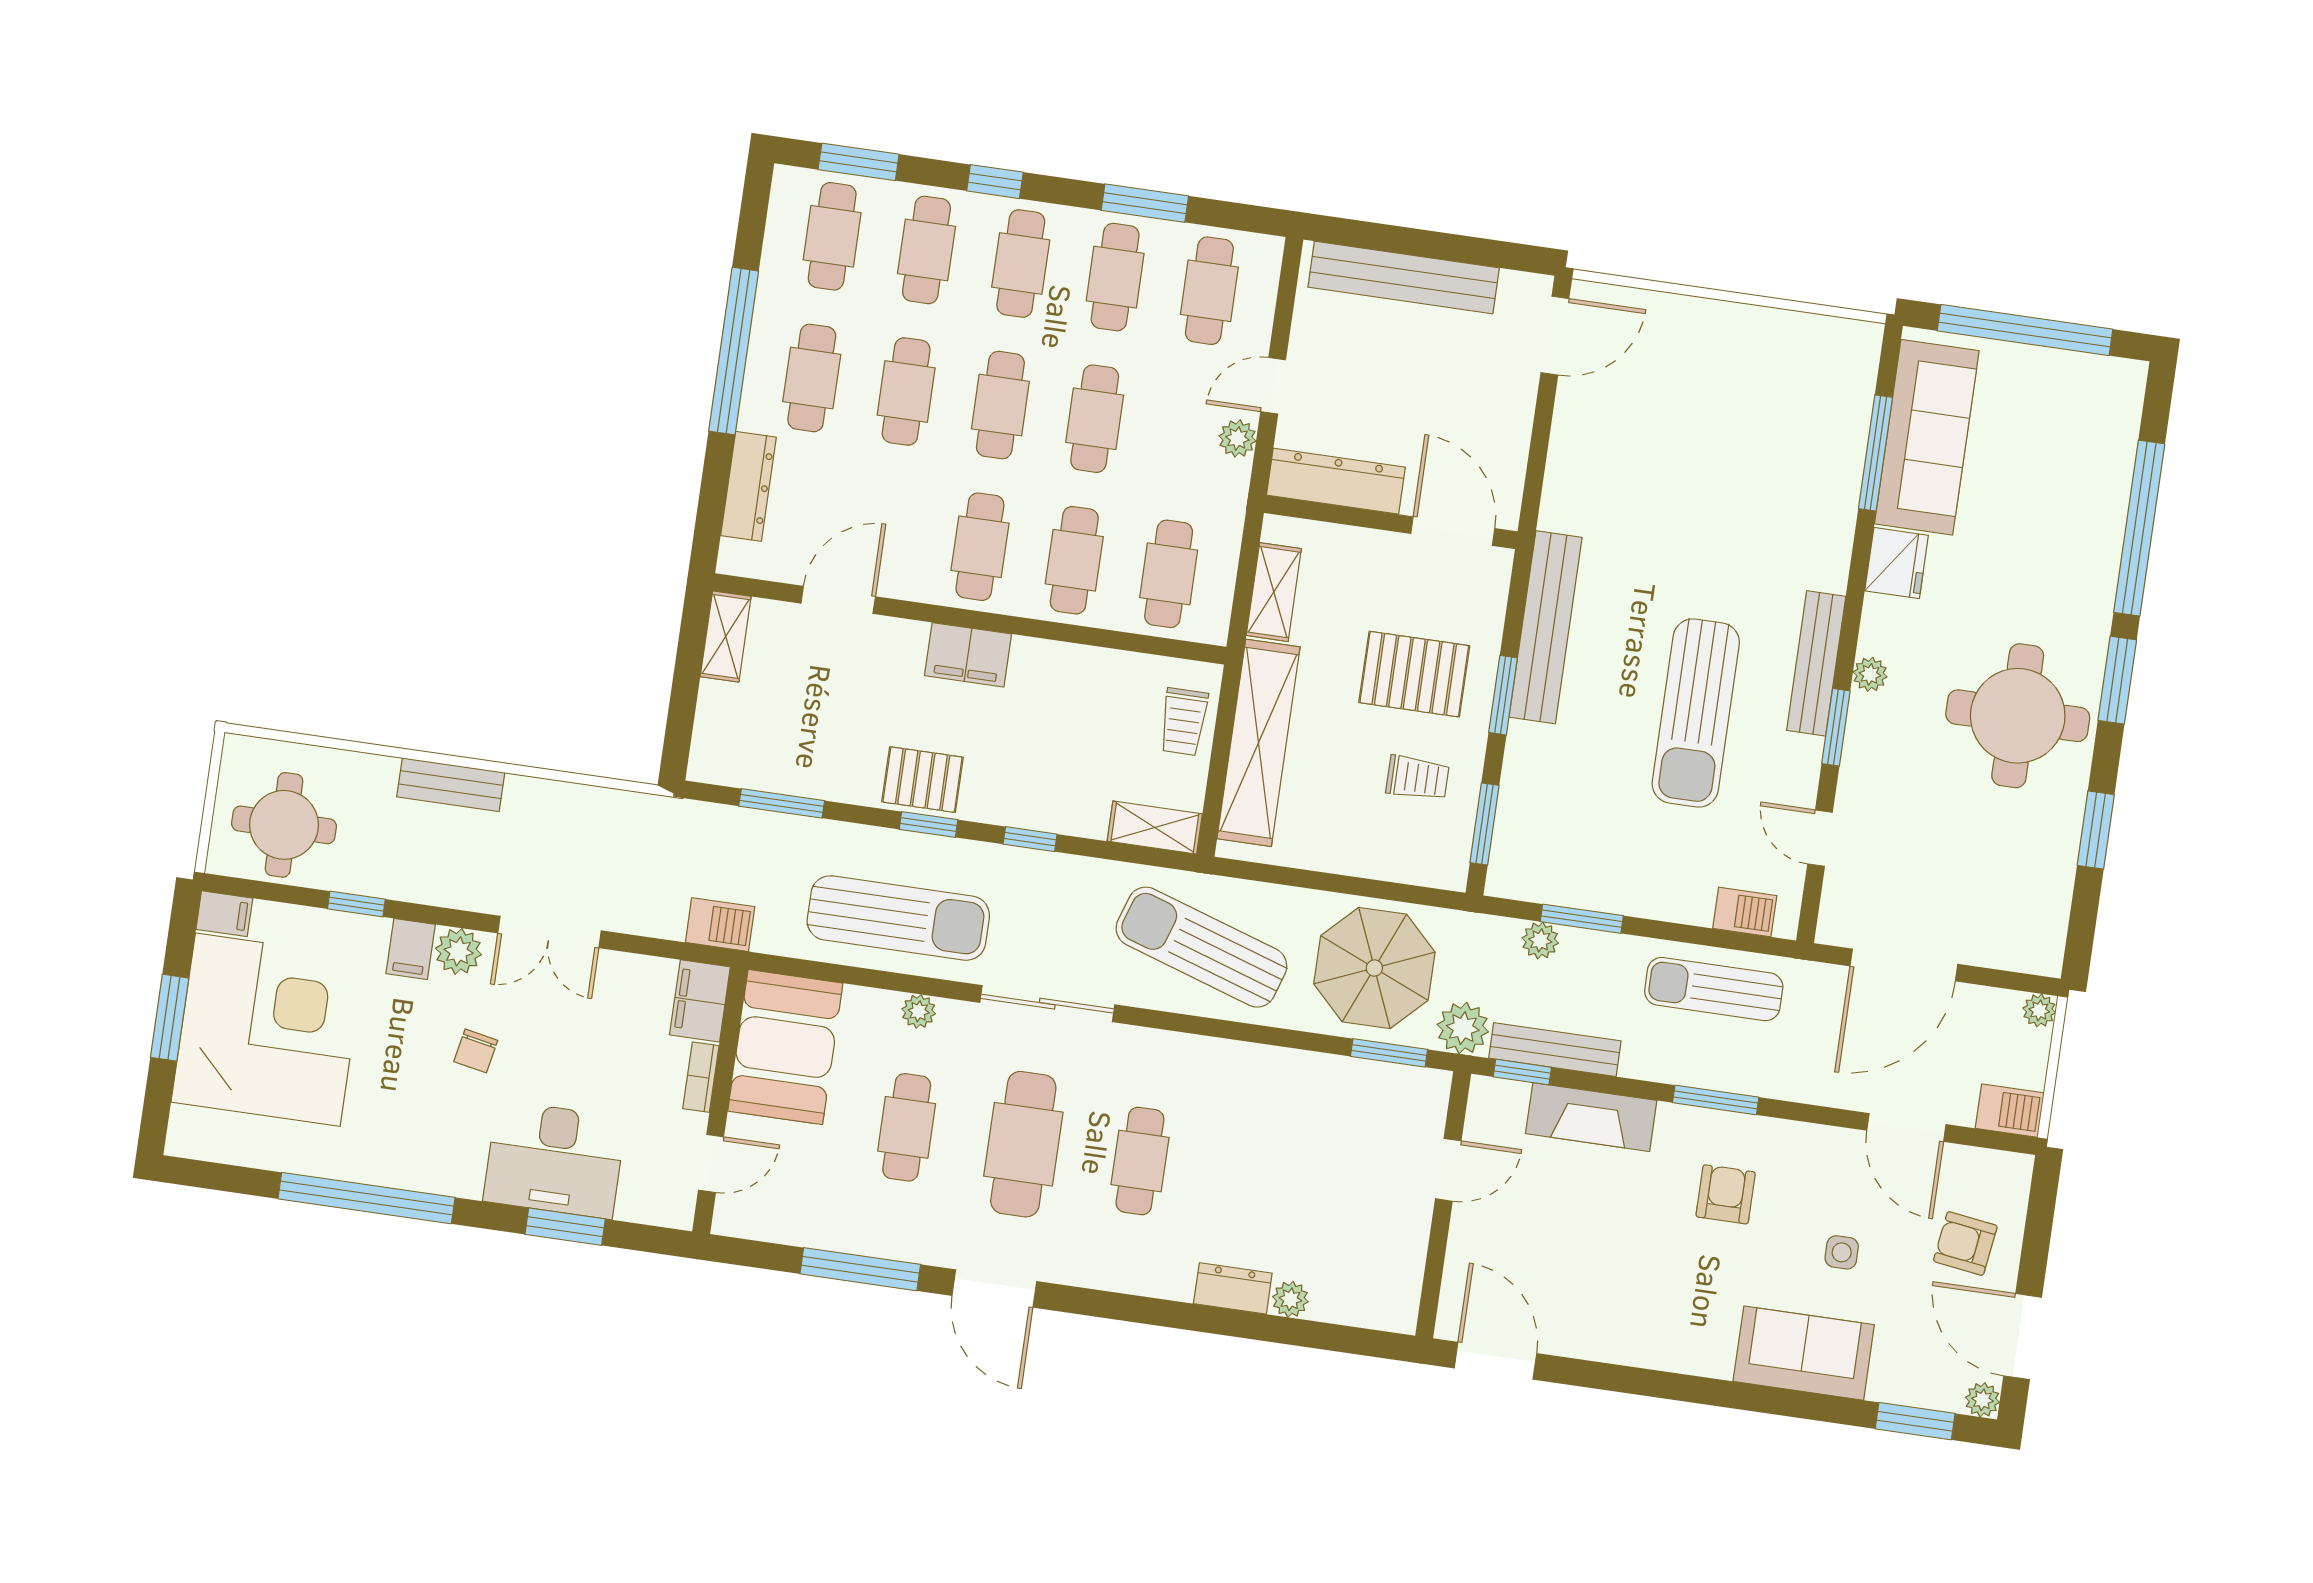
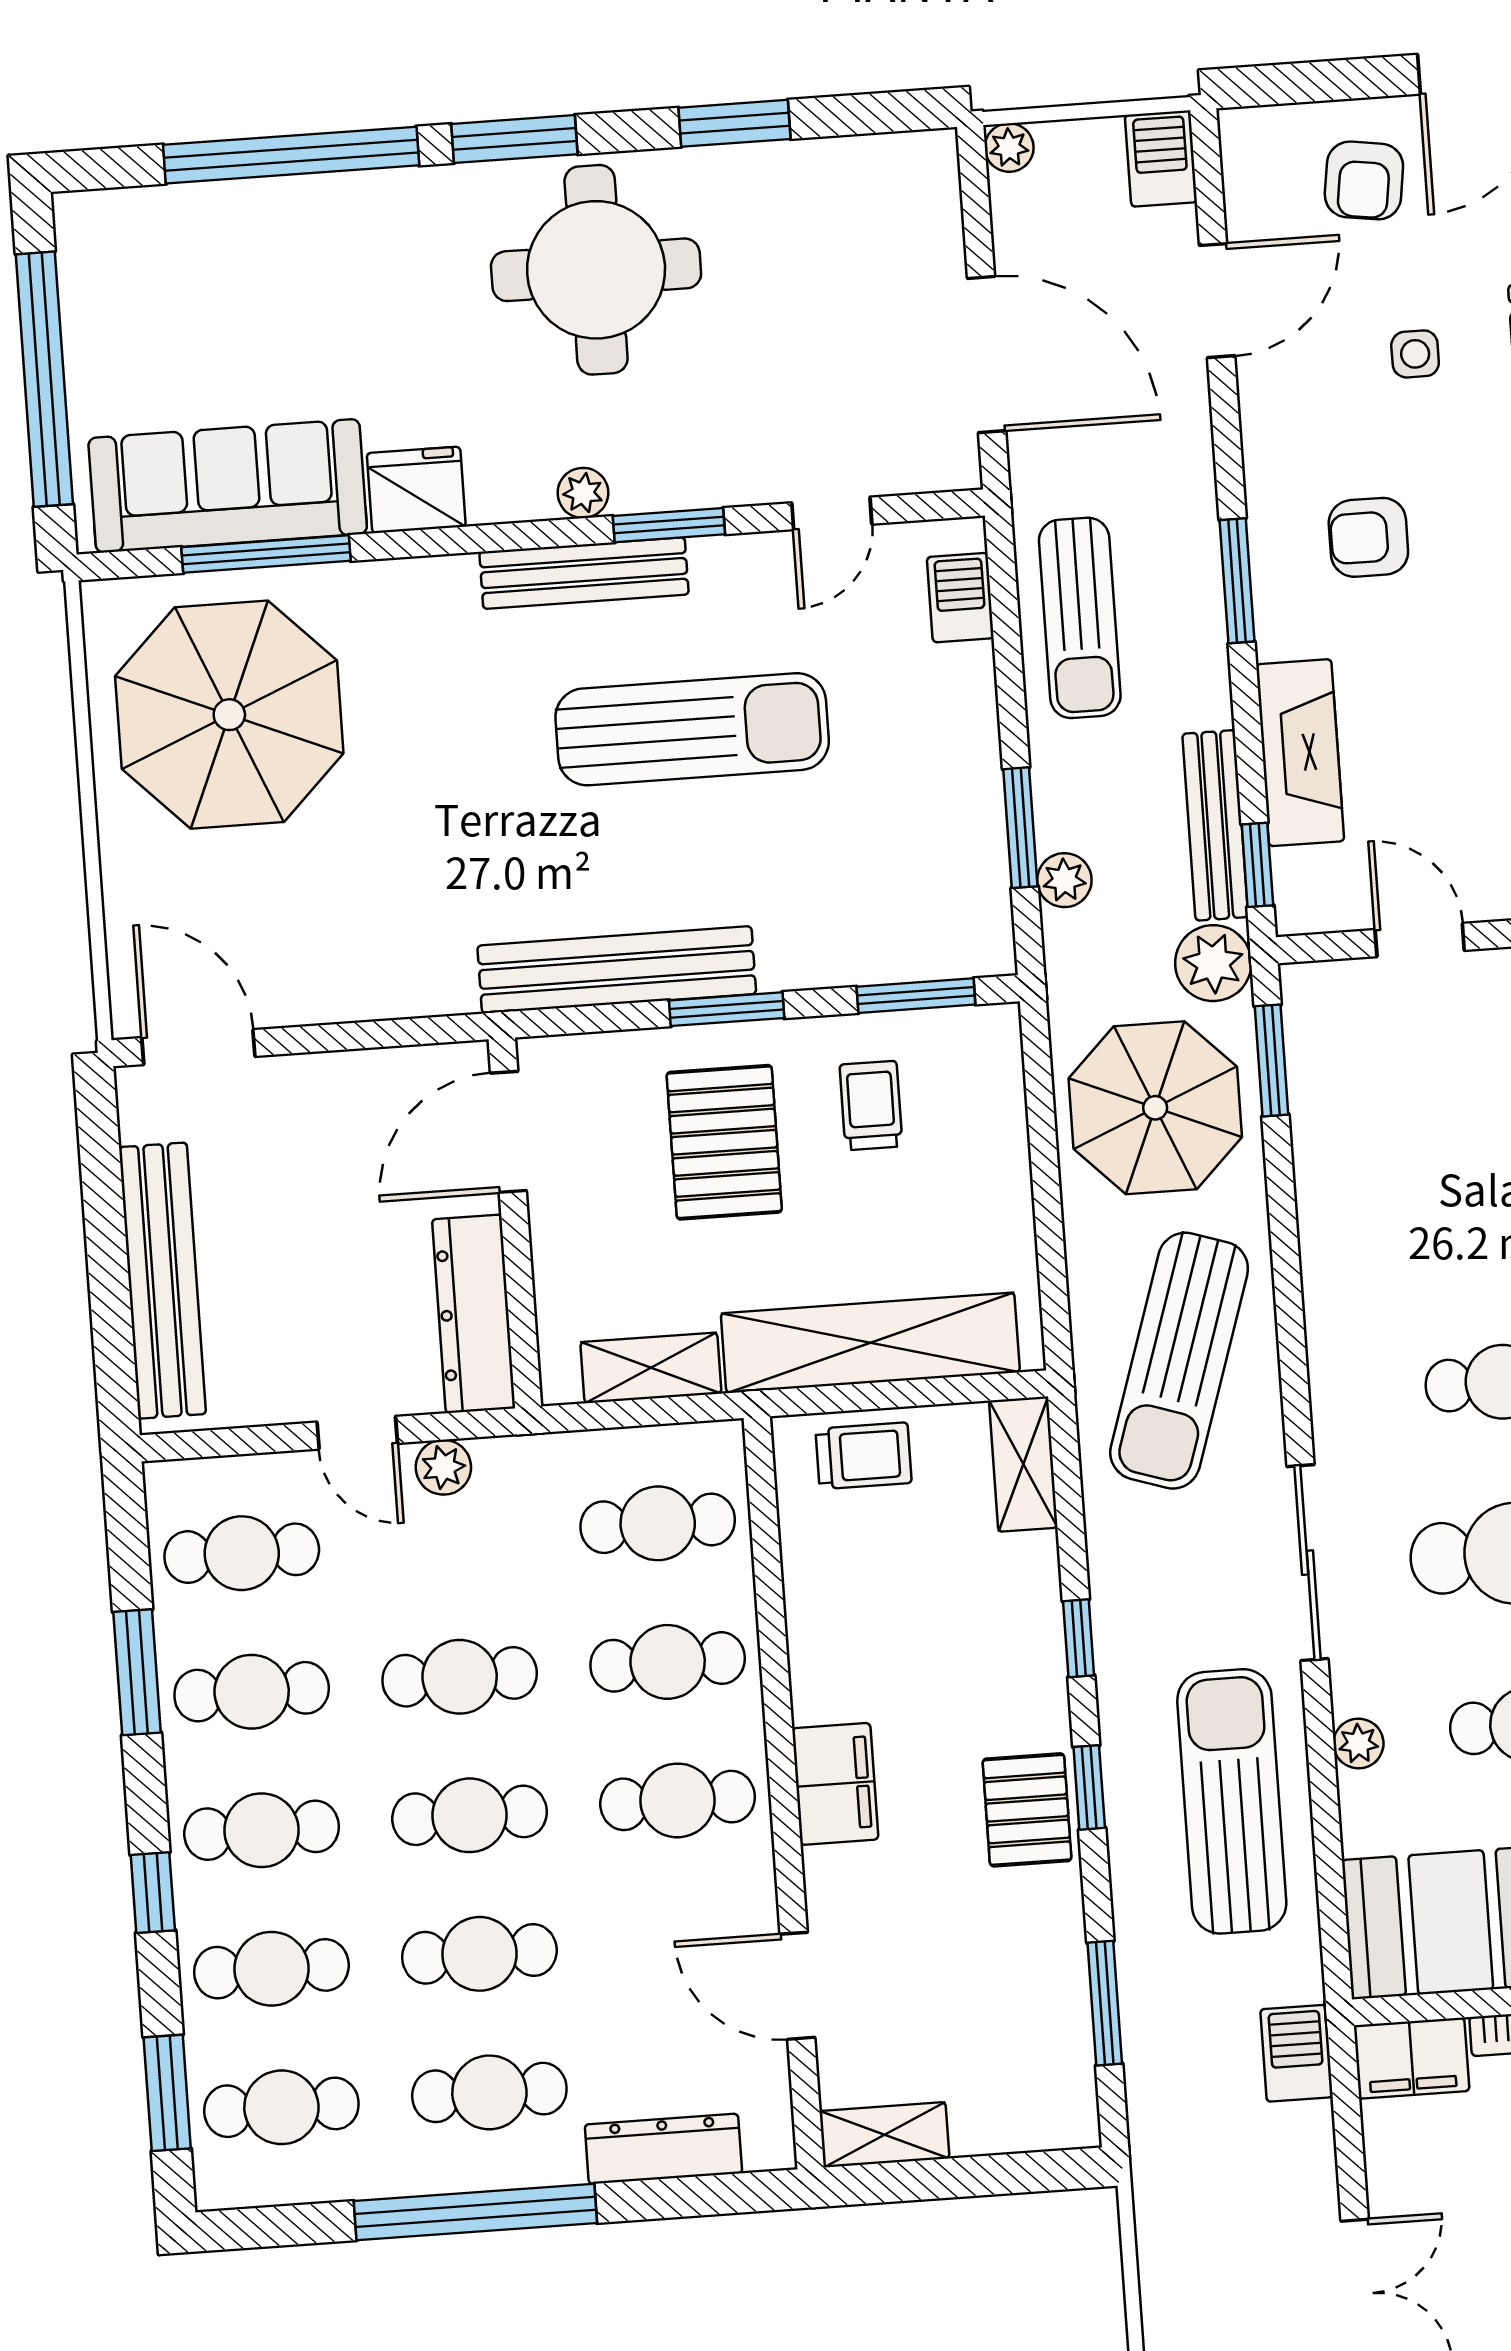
parasol: (1773, 405) -> (229, 715), added

